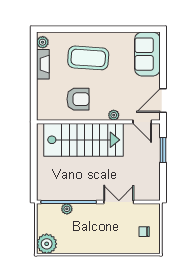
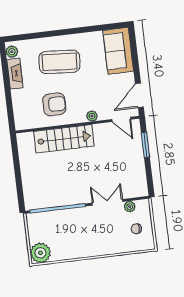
stairs: (83, 140) -> (64, 139), width x0.73, depth x0.66
plant: (67, 209) -> (130, 207), moved

